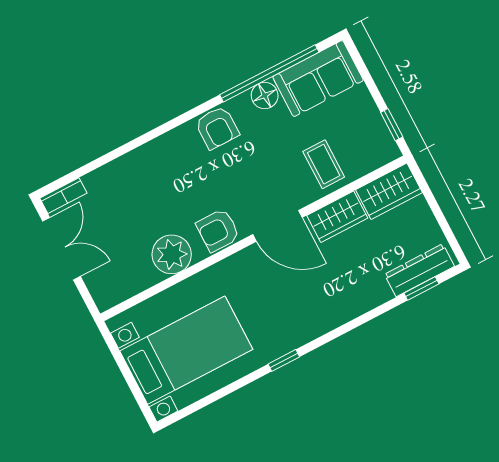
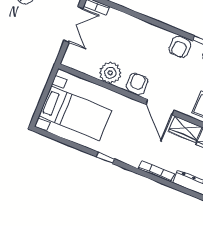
armchair: (218, 230) -> (137, 84), turned 90
window: (421, 289) -> (185, 190), removed
bookcase: (362, 306) -> (156, 171), added

